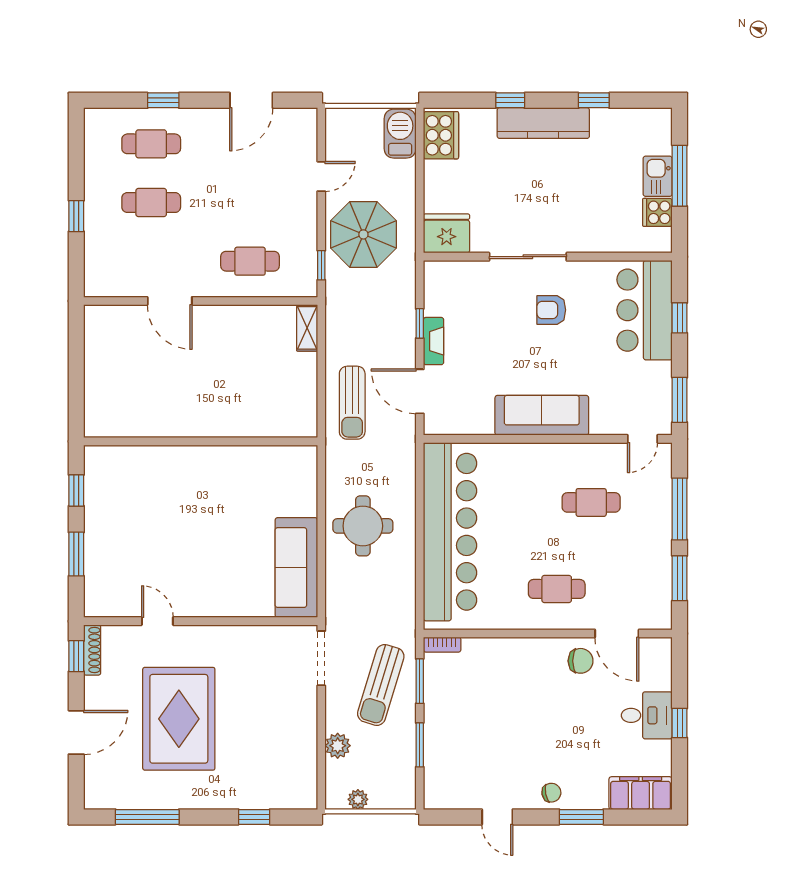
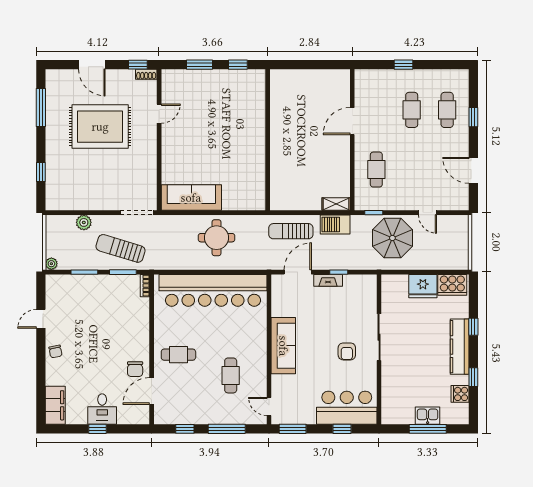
barbecue: (400, 134) -> (335, 224), moved, turned 180
cooker: (657, 212) -> (460, 394), moved, turned -90
fridge: (447, 233) -> (423, 286), moved, turned 90
armchair: (551, 310) -> (347, 351), turned 180
window: (680, 578) -> (185, 429), width x0.67
cafe table: (557, 589) -> (178, 355), turned 90
shoe rack: (92, 650) -> (146, 74), width x0.70
plant: (358, 799) -> (51, 264), moved
window: (581, 817) -> (41, 370), removed

